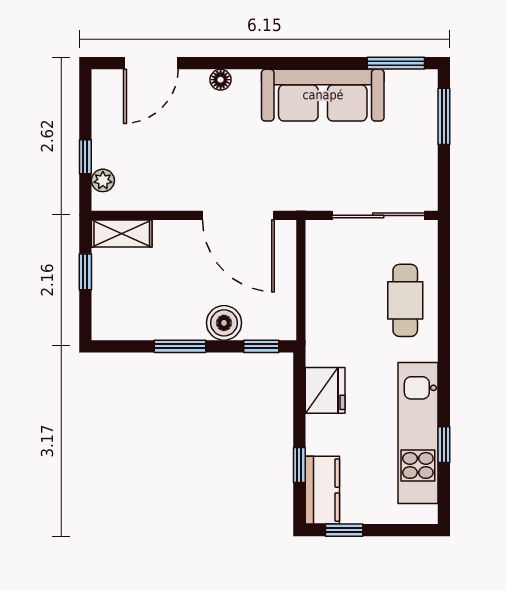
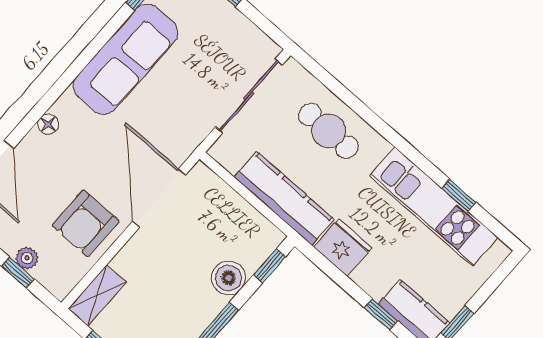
armchair: (169, 176) -> (86, 223), added
plant: (103, 180) -> (27, 258), moved
door: (238, 215) -> (159, 198), swing flipped
kitchen counter: (323, 312) -> (284, 198), added

